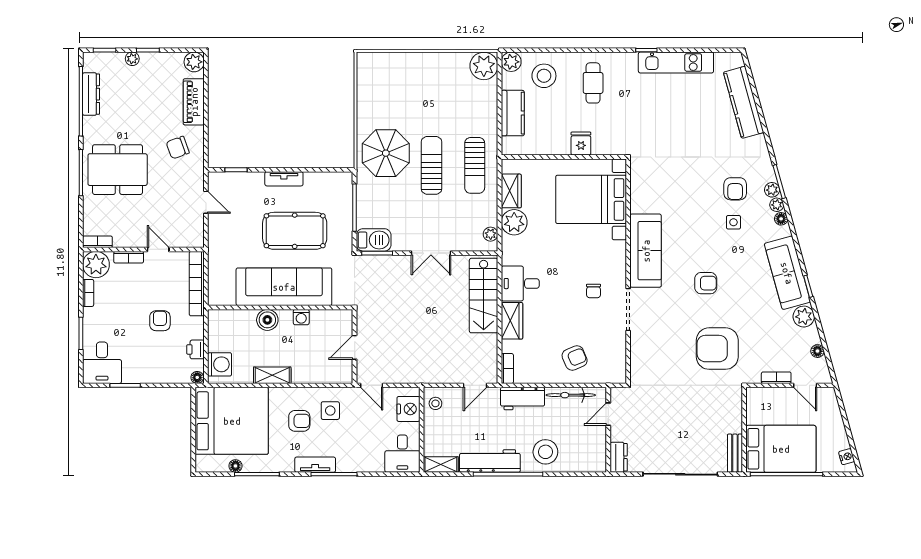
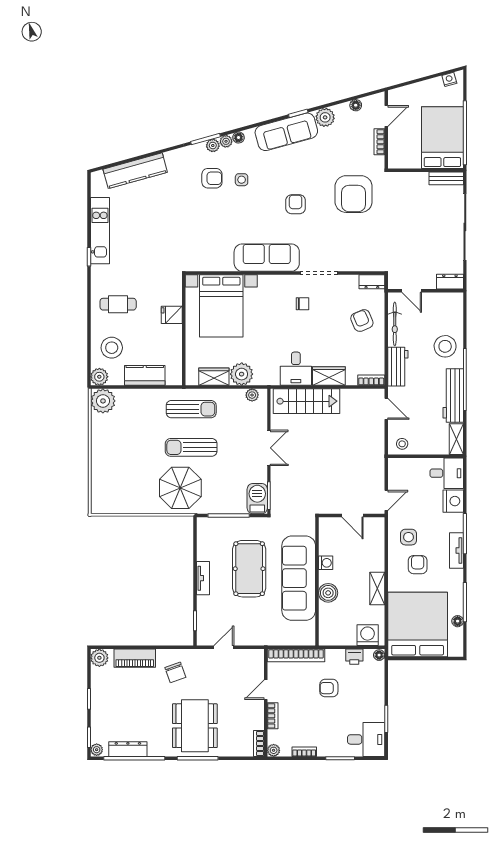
plant: (132, 59) -> (97, 750), moved
plant: (96, 265) -> (274, 750), width x0.53, depth x0.53
dresser: (618, 369) -> (372, 282), added
nightstand: (408, 409) -> (453, 501), moved, turned 90

